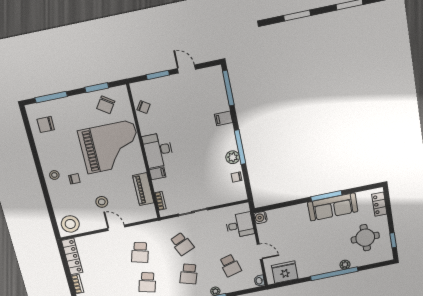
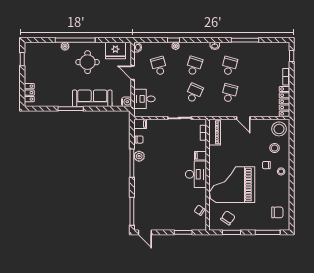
door: (186, 69) -> (145, 232), moved
filing cabinet: (224, 118) -> (140, 124), moved
piano: (143, 189) -> (215, 132), moved
stool: (102, 202) -> (275, 148), moved
sofa: (333, 207) -> (92, 98), moved
round table: (365, 238) -> (88, 62), moved
school desk: (182, 244) -> (194, 93), turned 48

